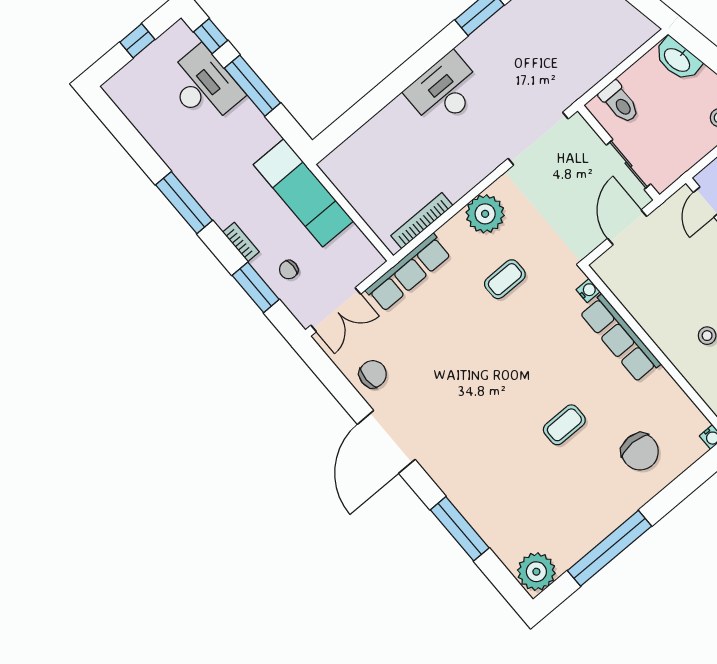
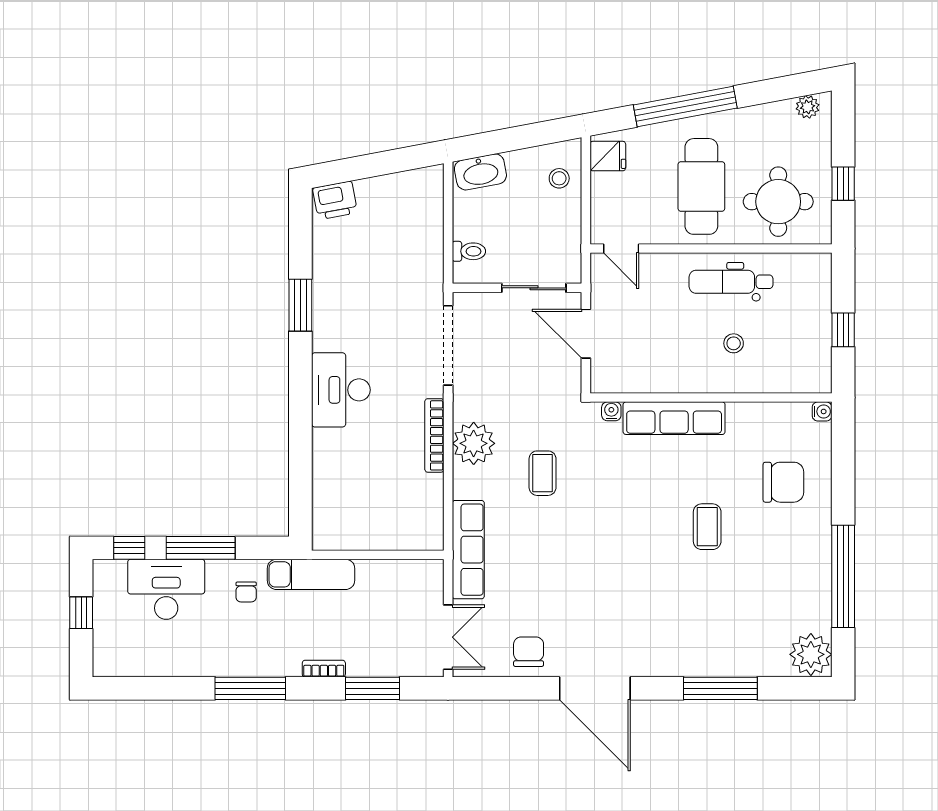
toilet: (619, 102) -> (469, 251), width x0.73, depth x0.72
exam couch: (303, 193) -> (311, 574), width x0.73, depth x0.69
bookcase: (422, 221) -> (434, 435), moved
chair: (289, 270) -> (246, 592), moved

